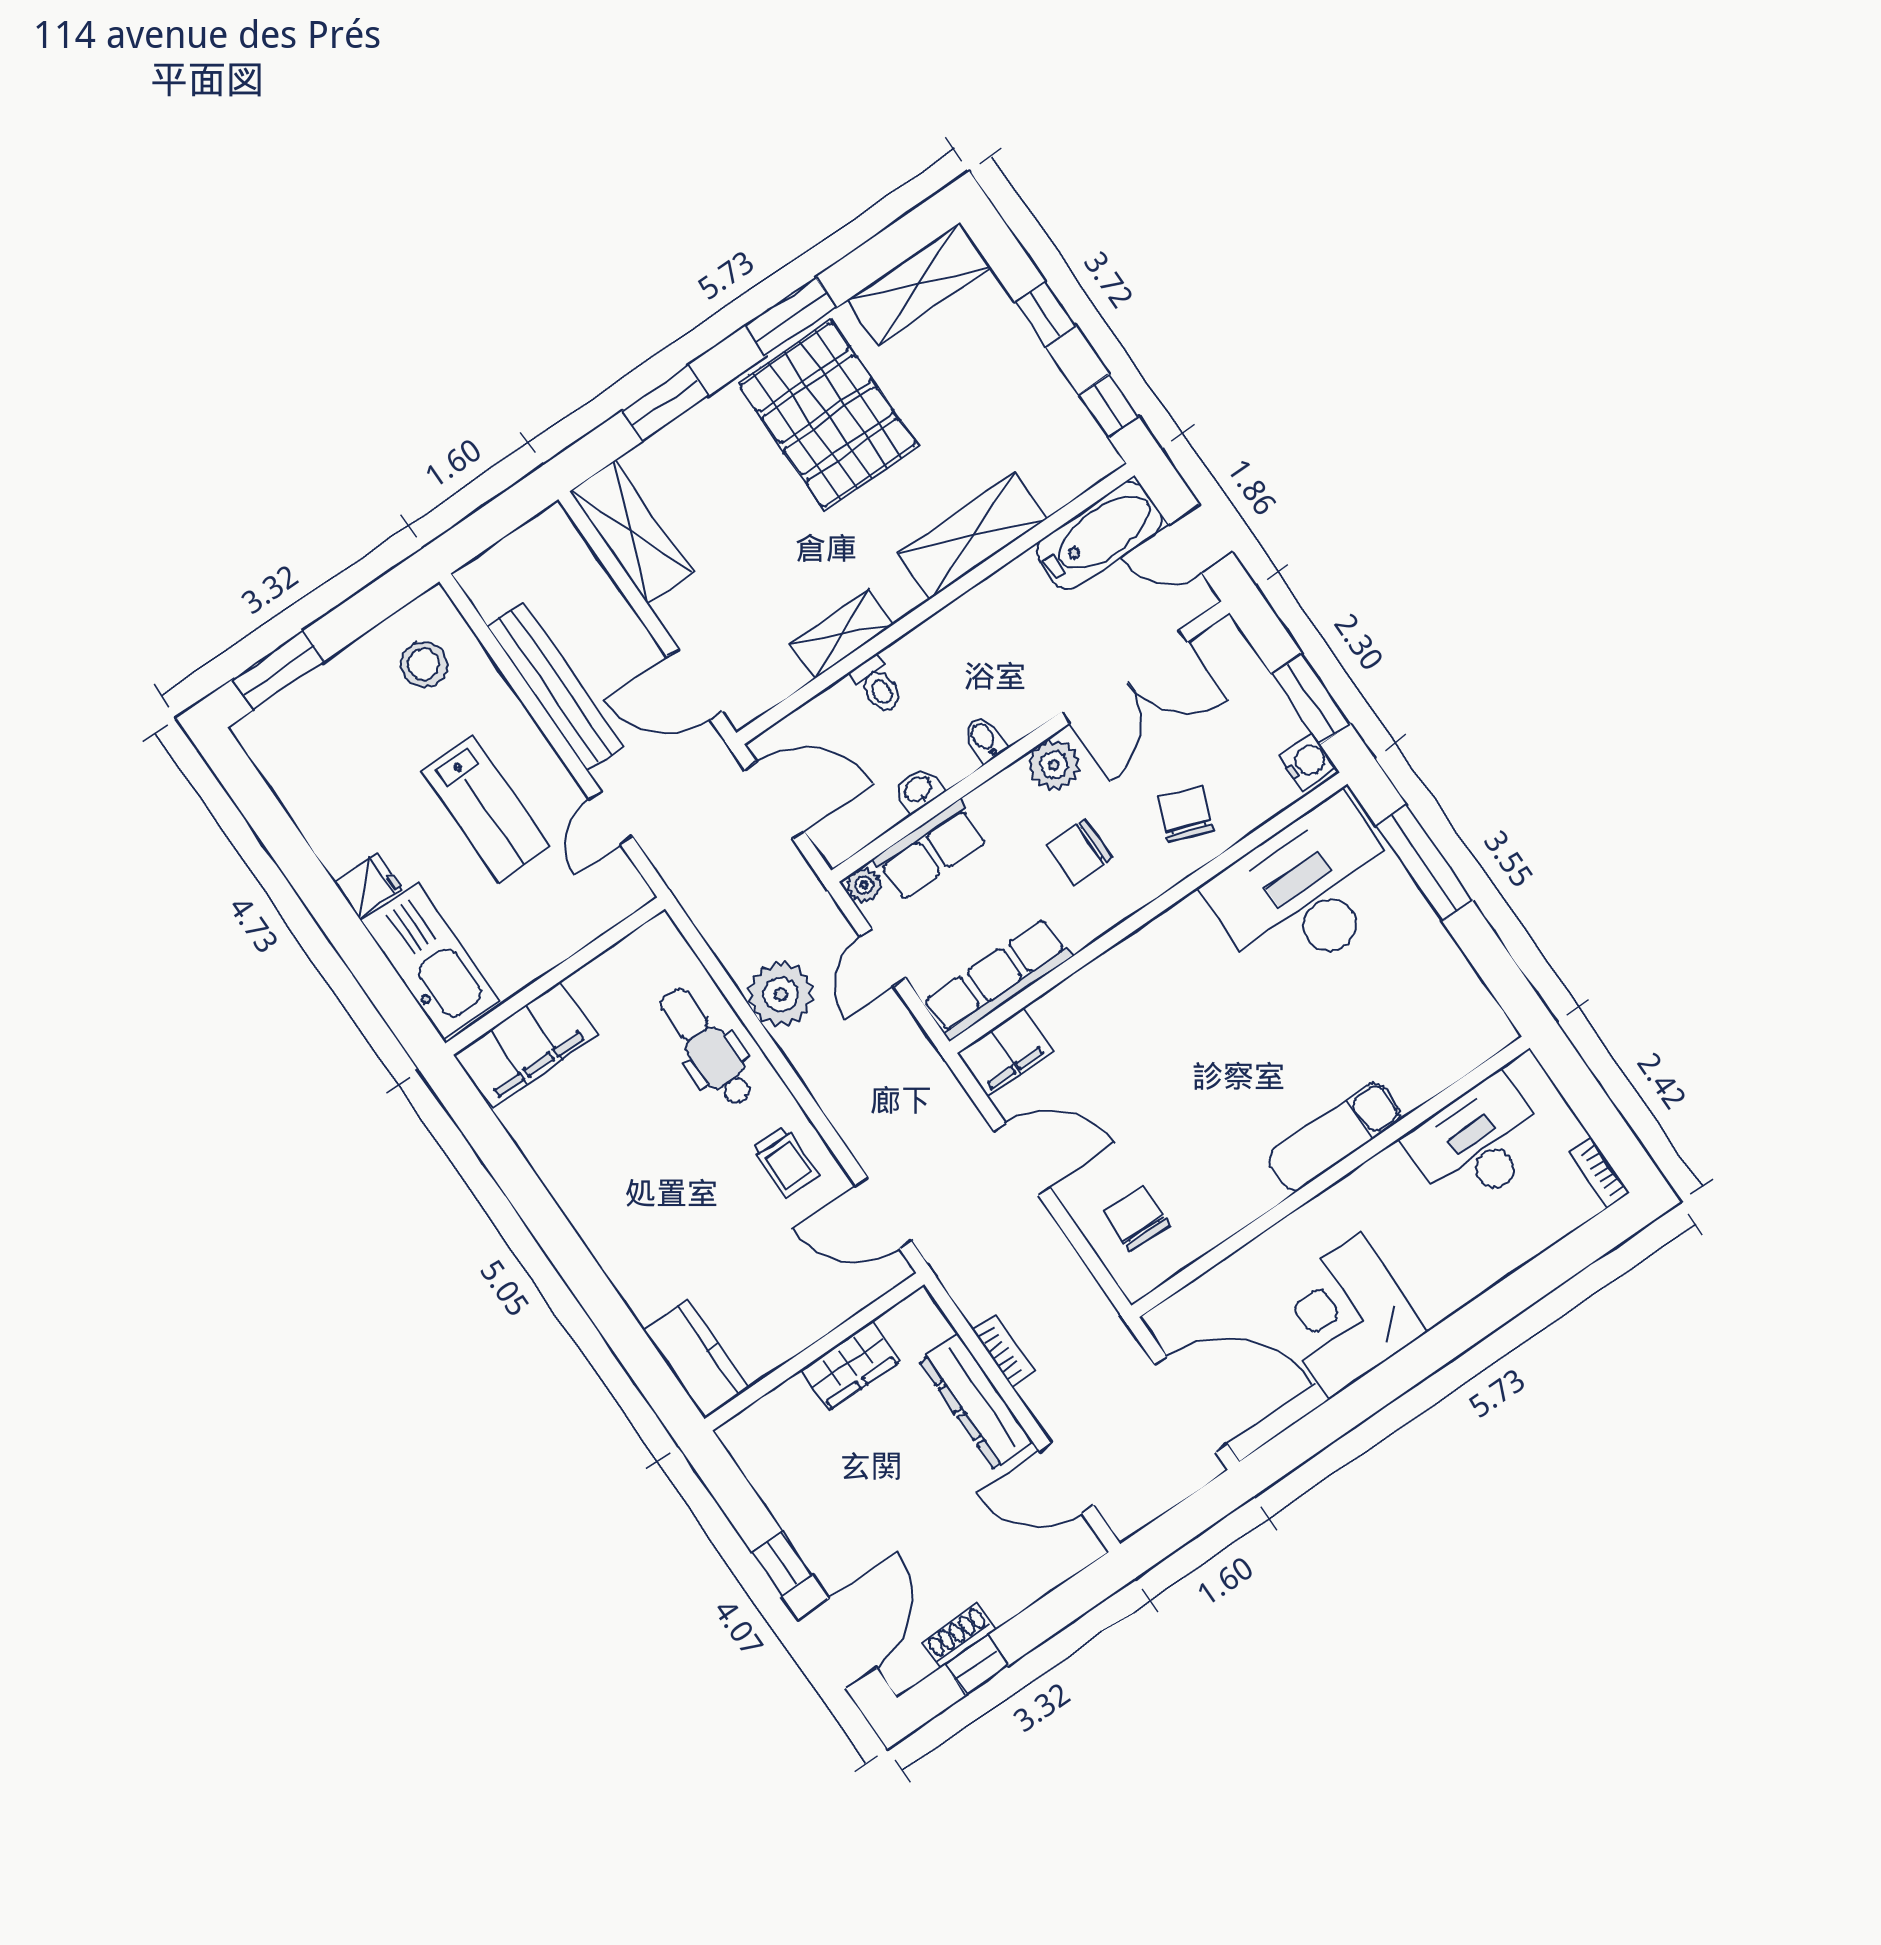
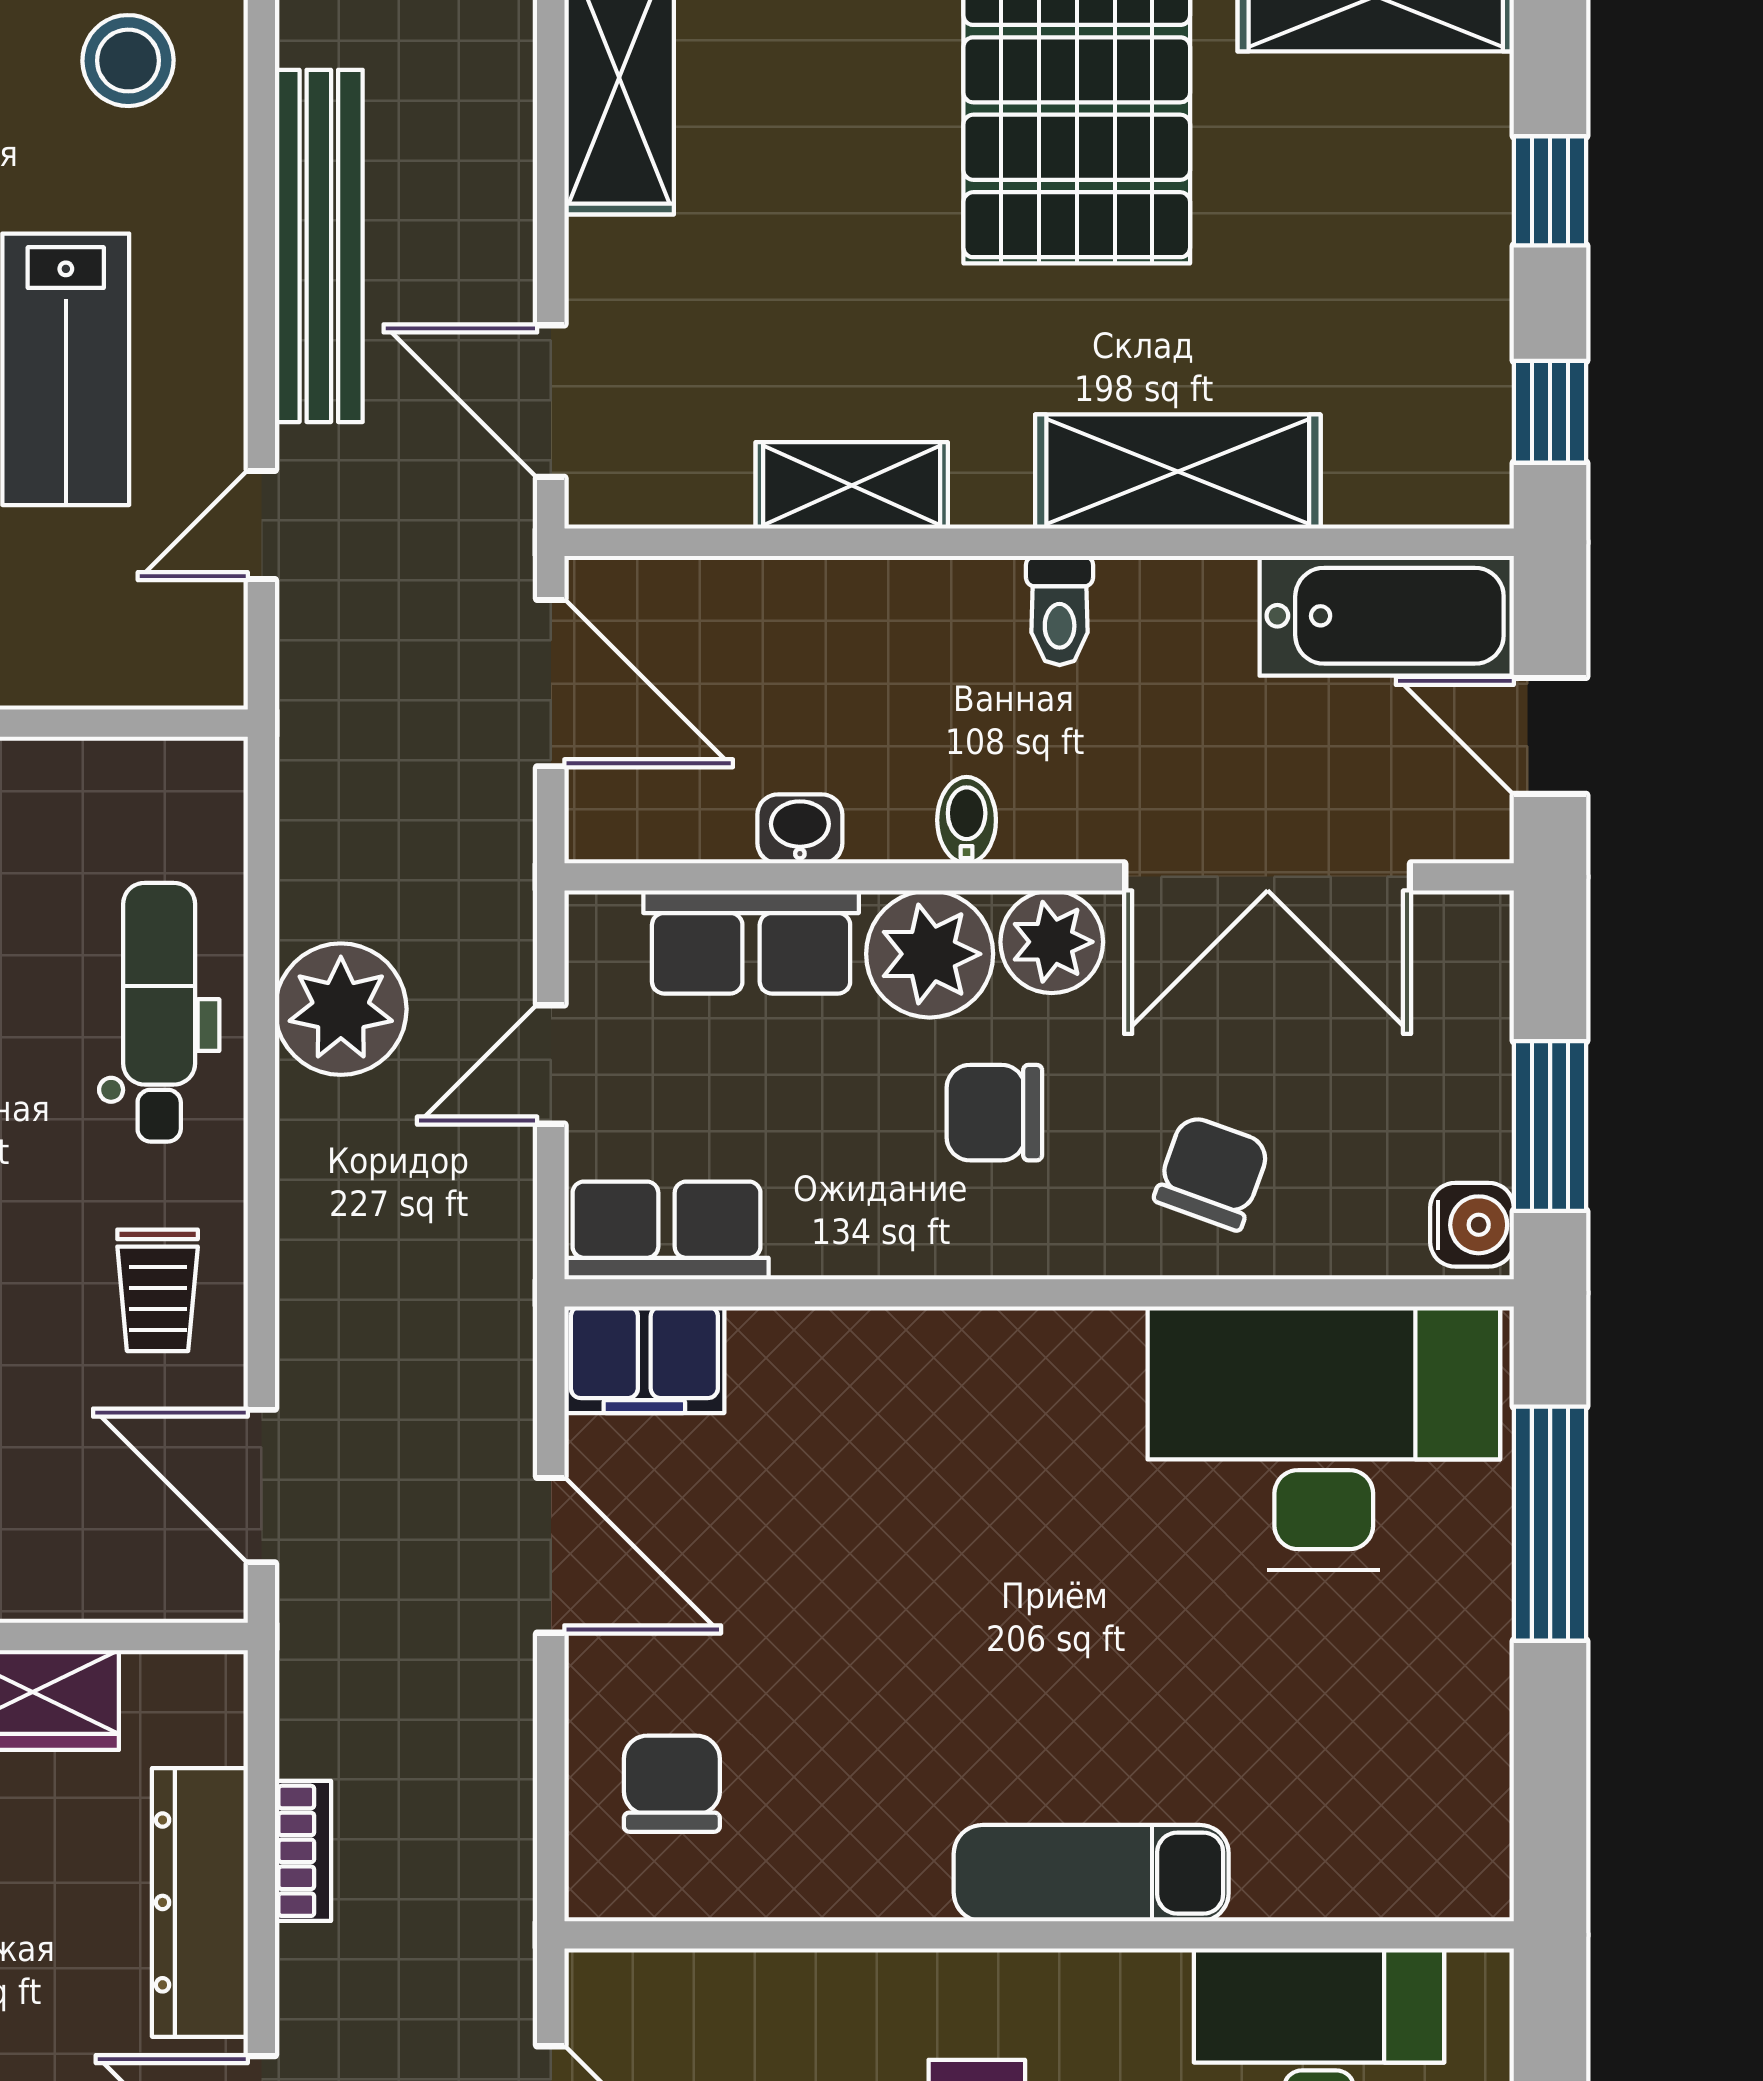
toilet: (877, 685) -> (1060, 611), moved
plant: (864, 885) -> (930, 954), moved, width x1.88, depth x1.88
row of seats: (997, 979) -> (666, 1230), width x0.68

